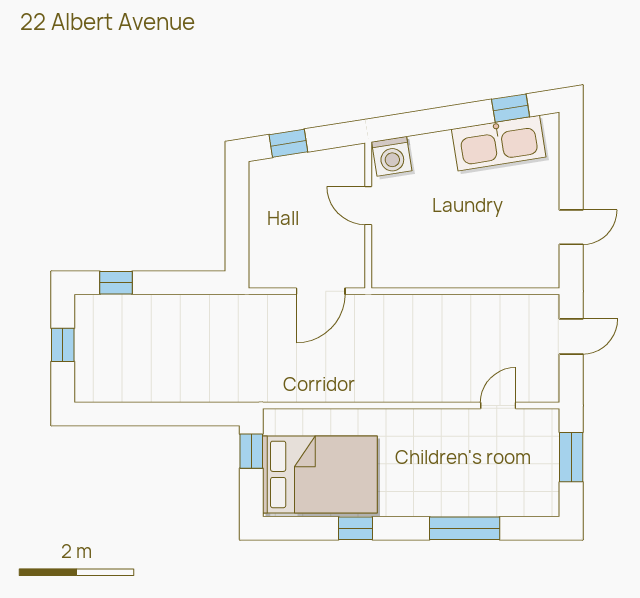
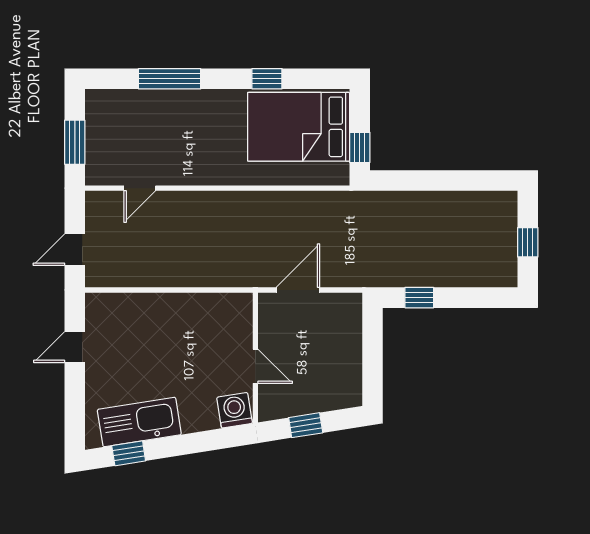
window: (288, 143) -> (306, 425), moved
window: (116, 283) -> (419, 298), moved

